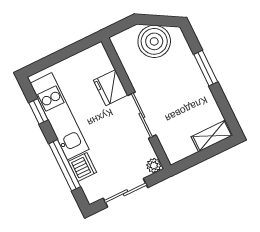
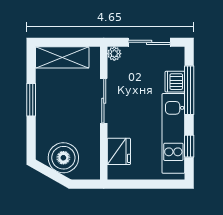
window: (206, 68) -> (31, 100), moved
fridge: (111, 88) -> (119, 151), moved
shelving: (212, 136) -> (62, 57), width x1.50, depth x1.33

